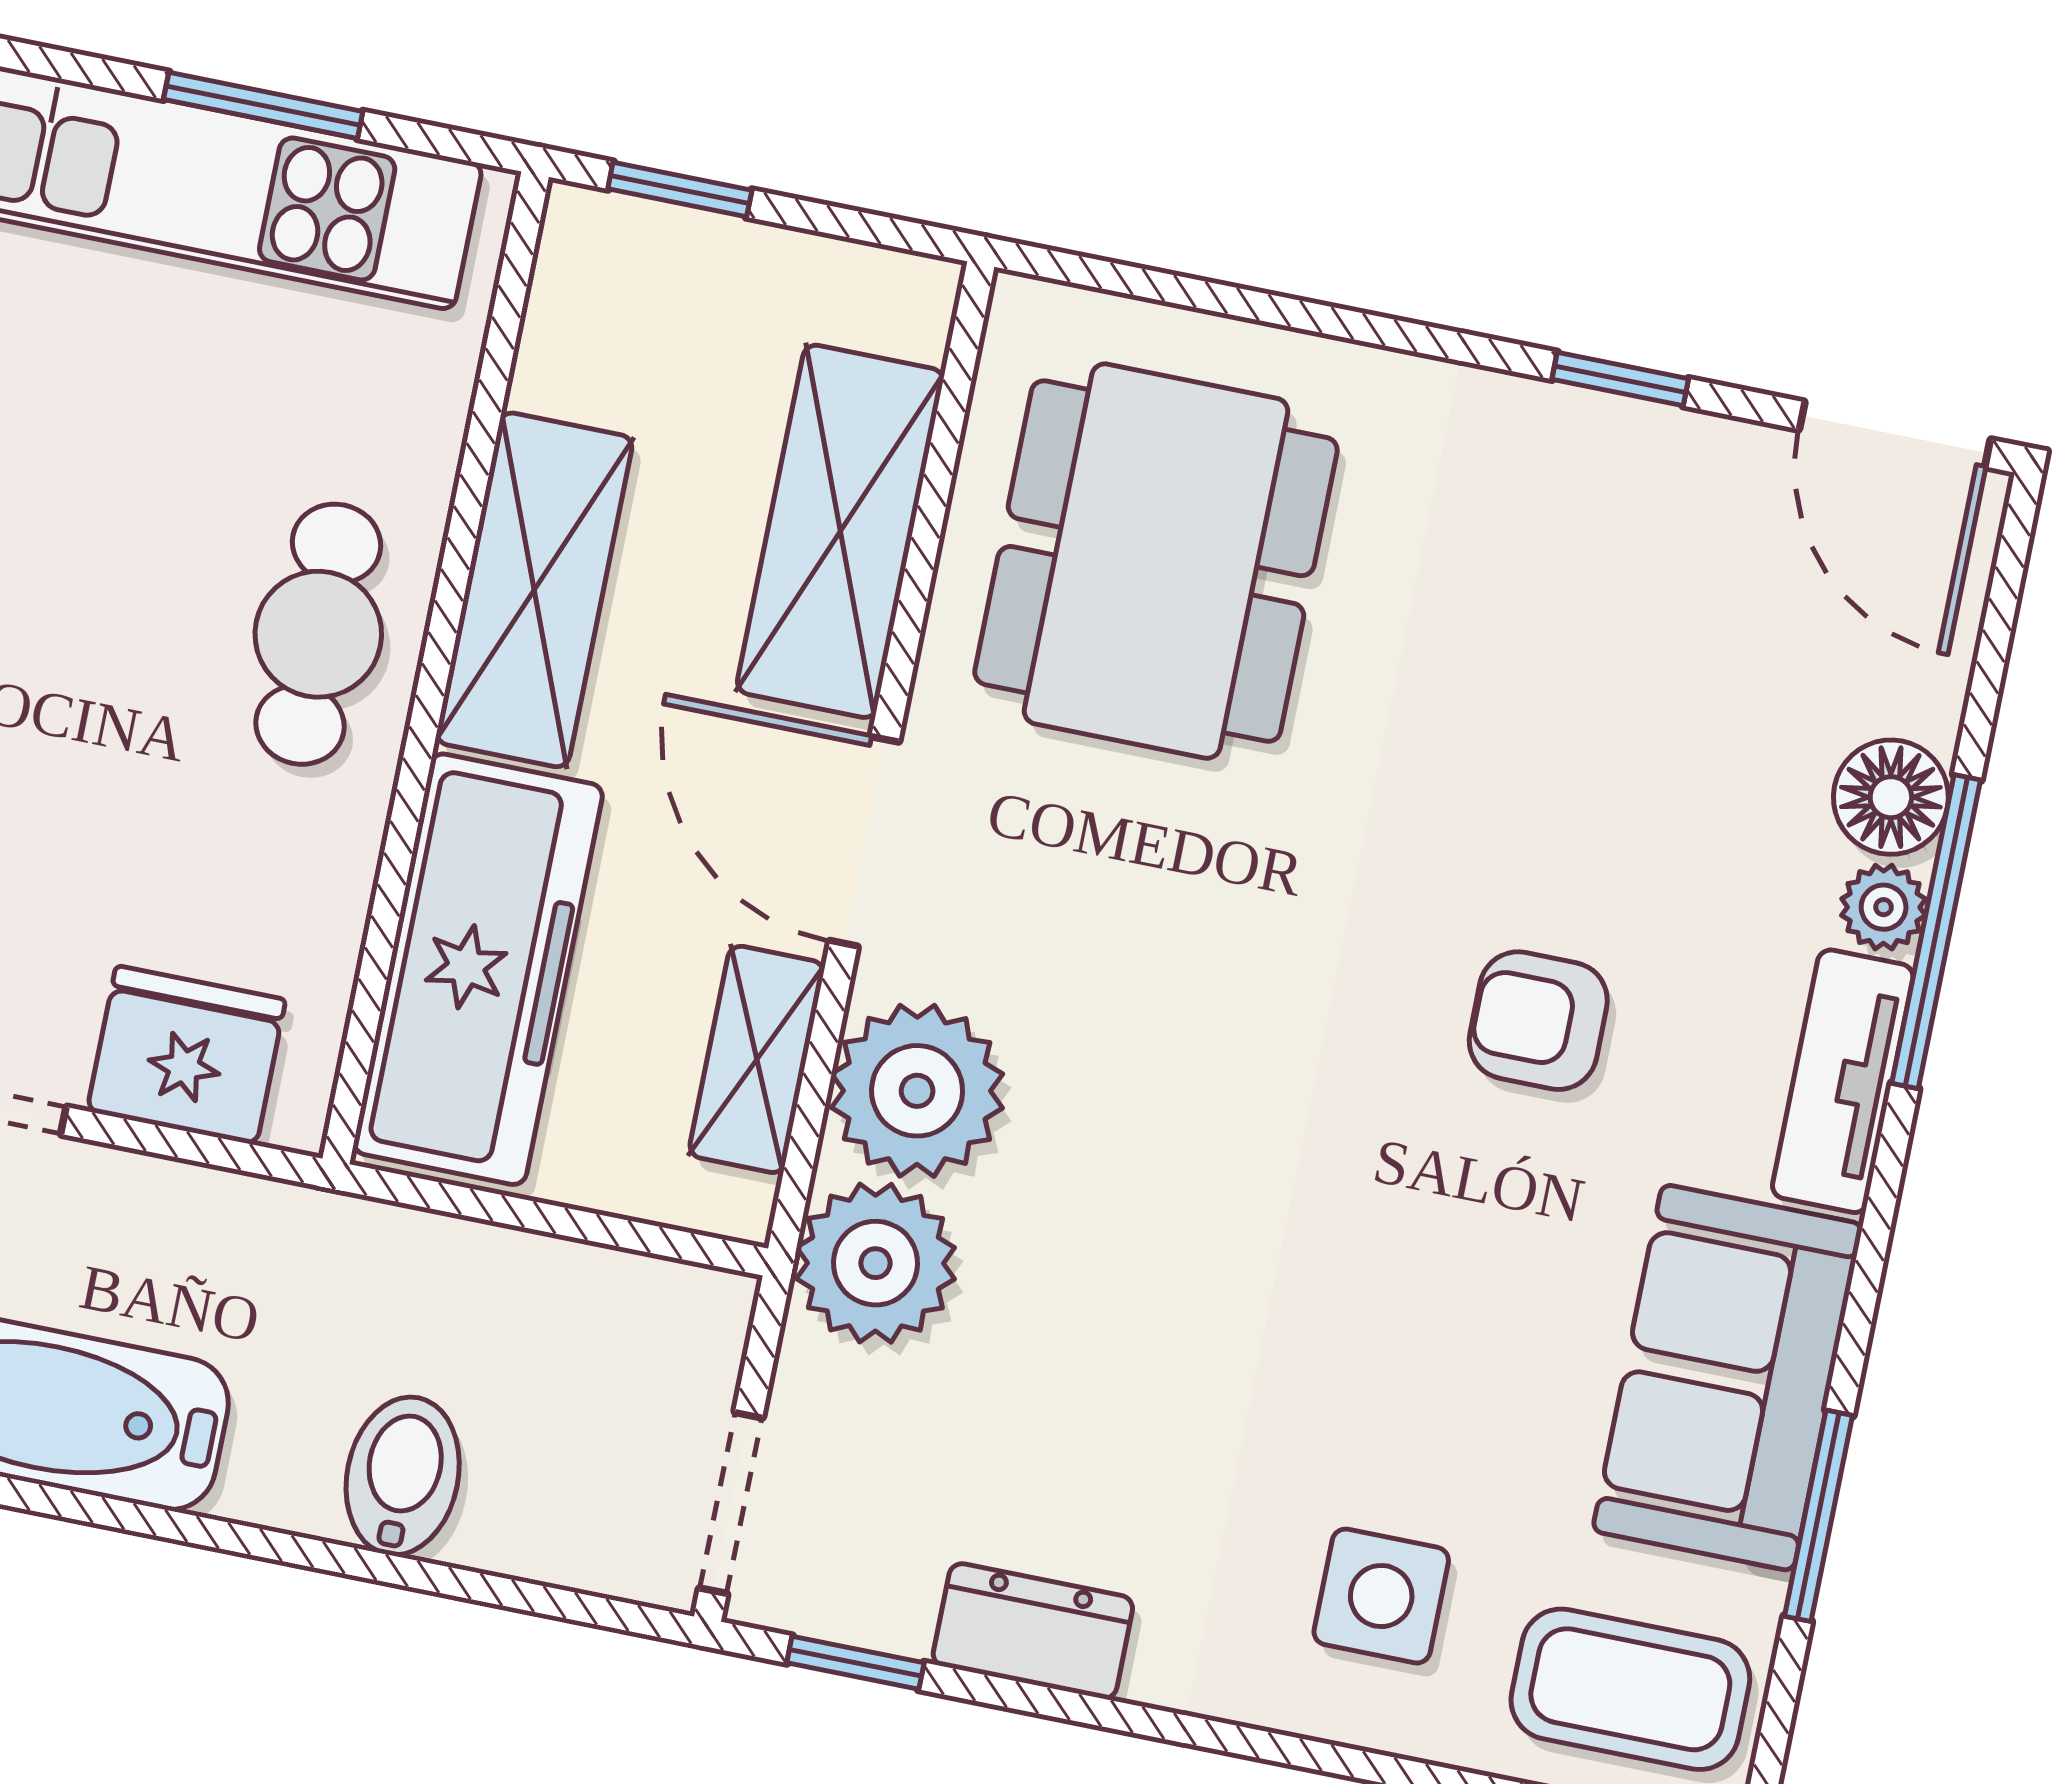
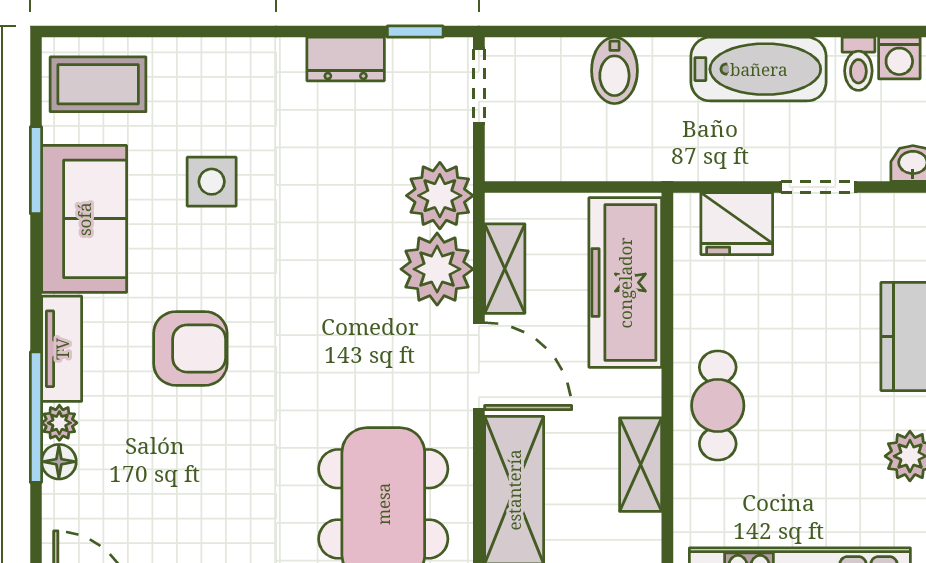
shelving: (534, 590) -> (641, 465), width x0.67, depth x0.75
floor lamp: (1891, 797) -> (59, 462), width x0.73, depth x0.73
armchair: (1538, 1021) -> (190, 348), width x1.38, depth x1.38
side table: (1381, 1596) -> (212, 182), moved

